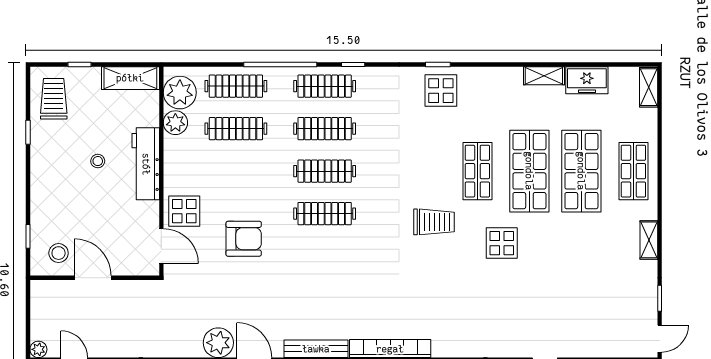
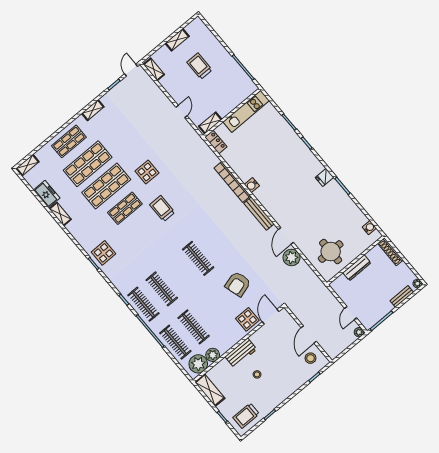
workbench: (146, 164) -> (241, 353), width x0.73
clothes rail: (325, 171) -> (180, 274), removed
armchair: (244, 239) -> (238, 284), turned -106
door: (660, 339) -> (131, 70), hinge flipped

